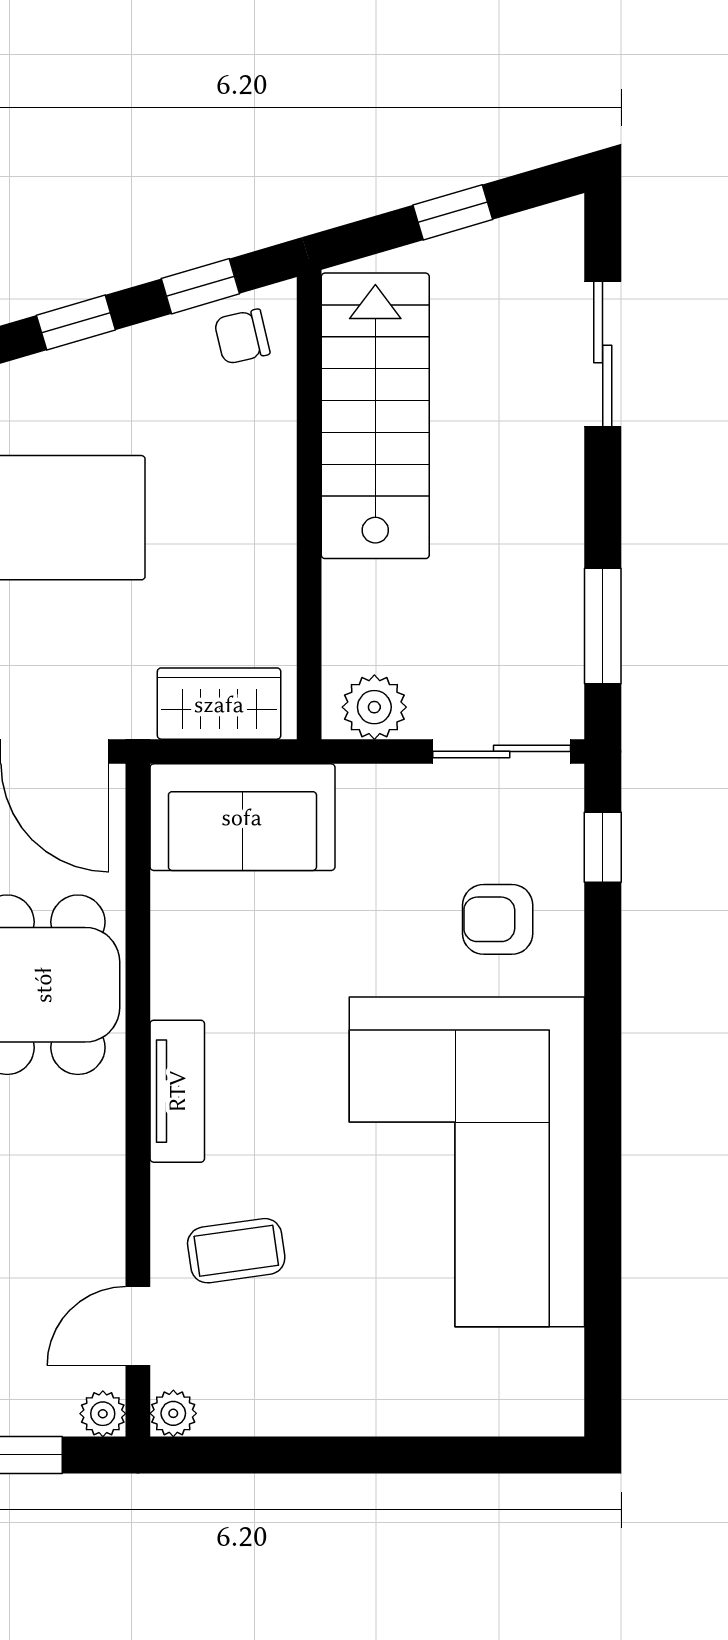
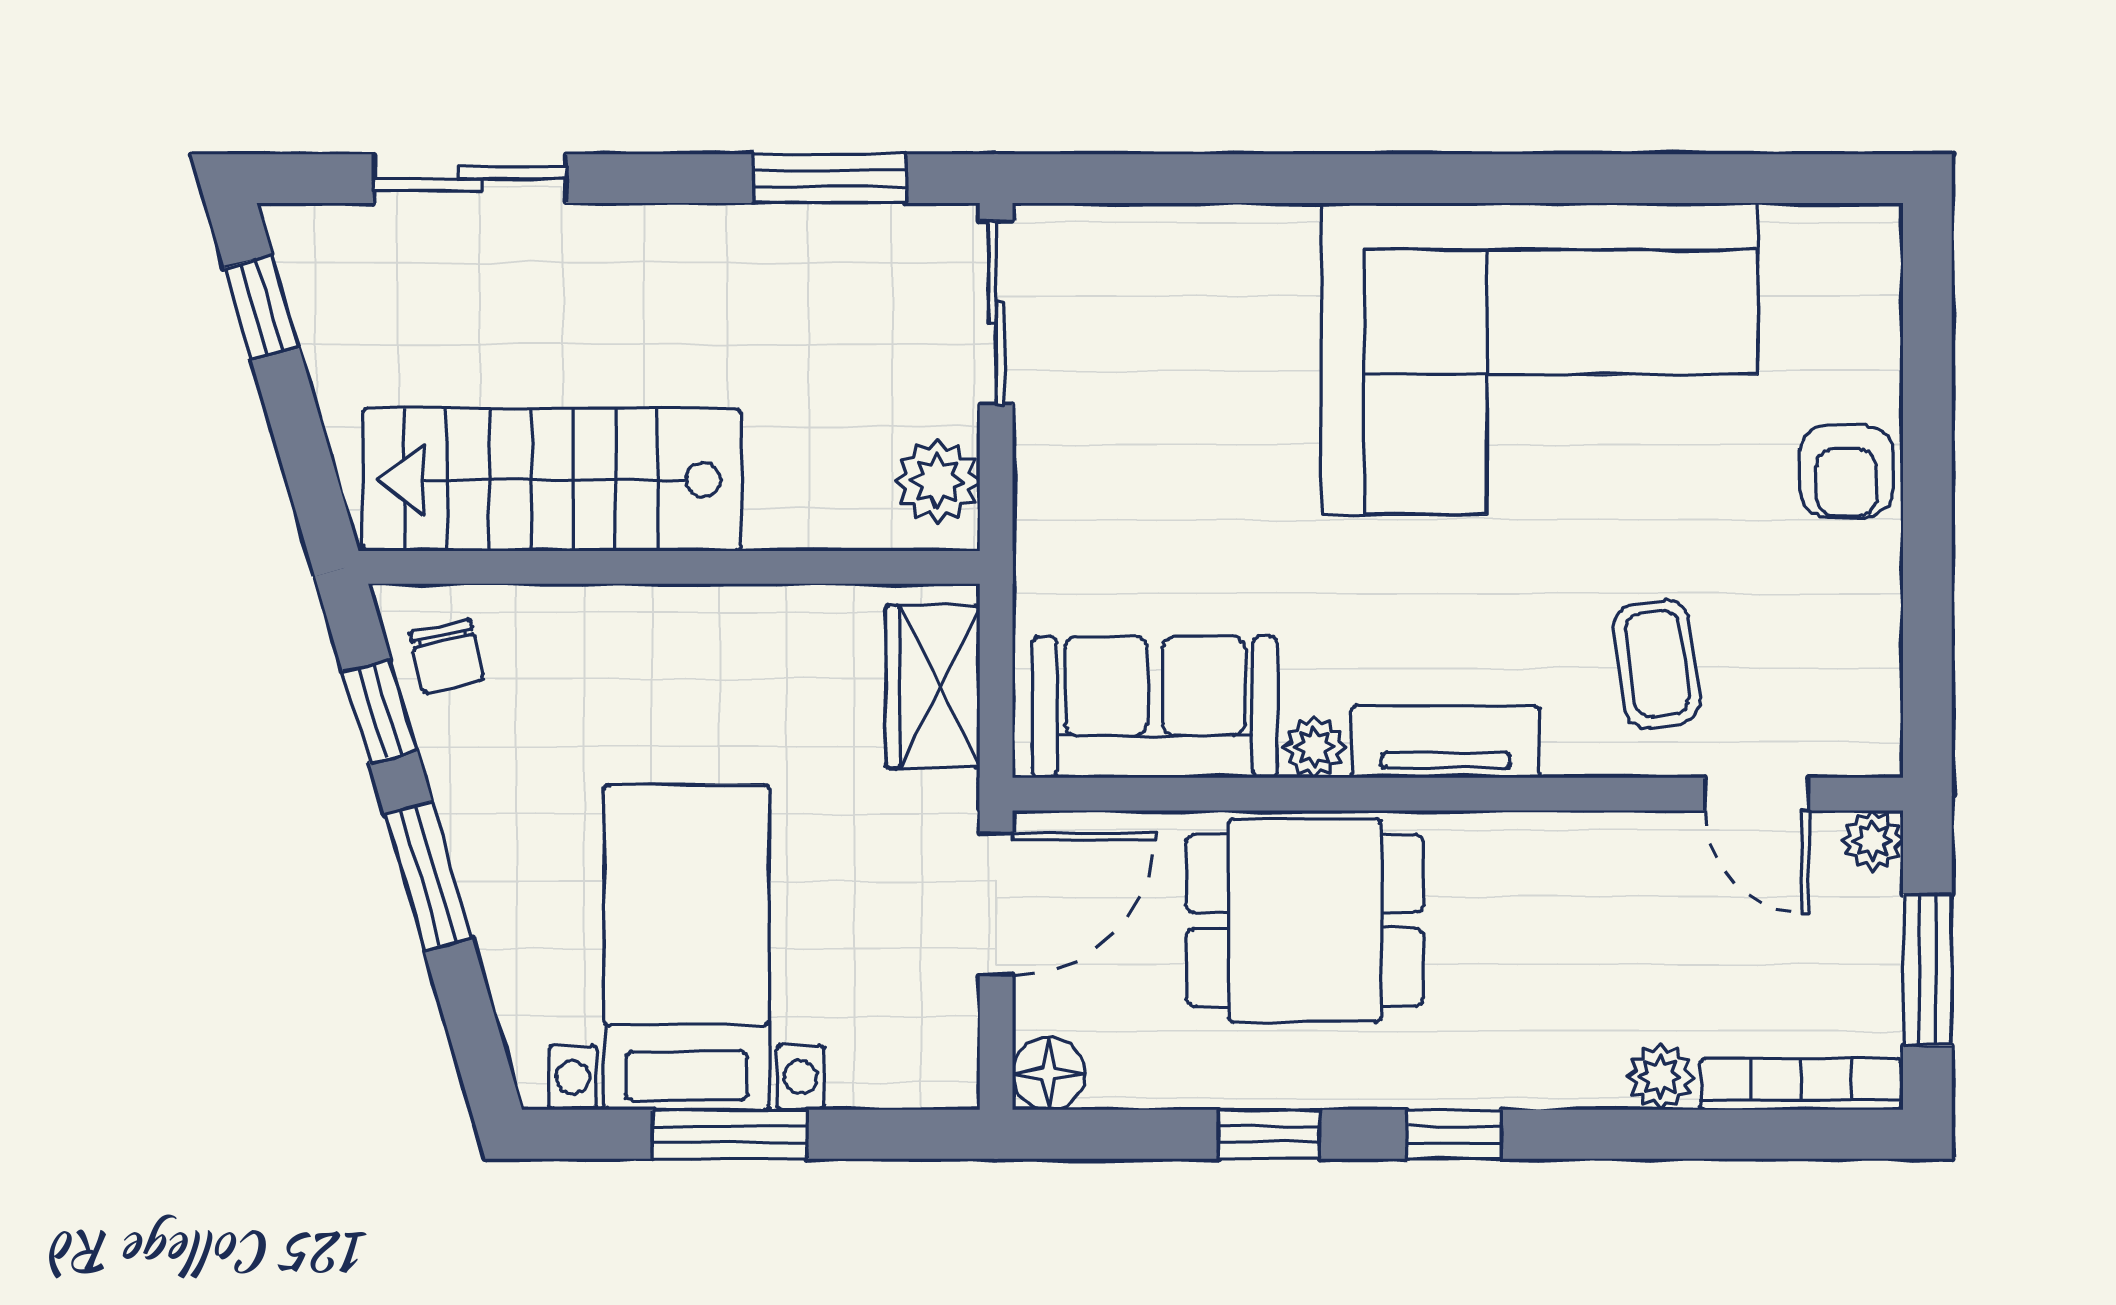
window: (453, 212) -> (262, 307), moved
window: (76, 323) -> (428, 876), width x1.50
sofa: (242, 817) -> (1155, 707), moved, turned -90
window: (603, 847) -> (1123, 179), removed
armchair: (498, 919) -> (1847, 471), moved
plant: (173, 1413) -> (1314, 747), moved

